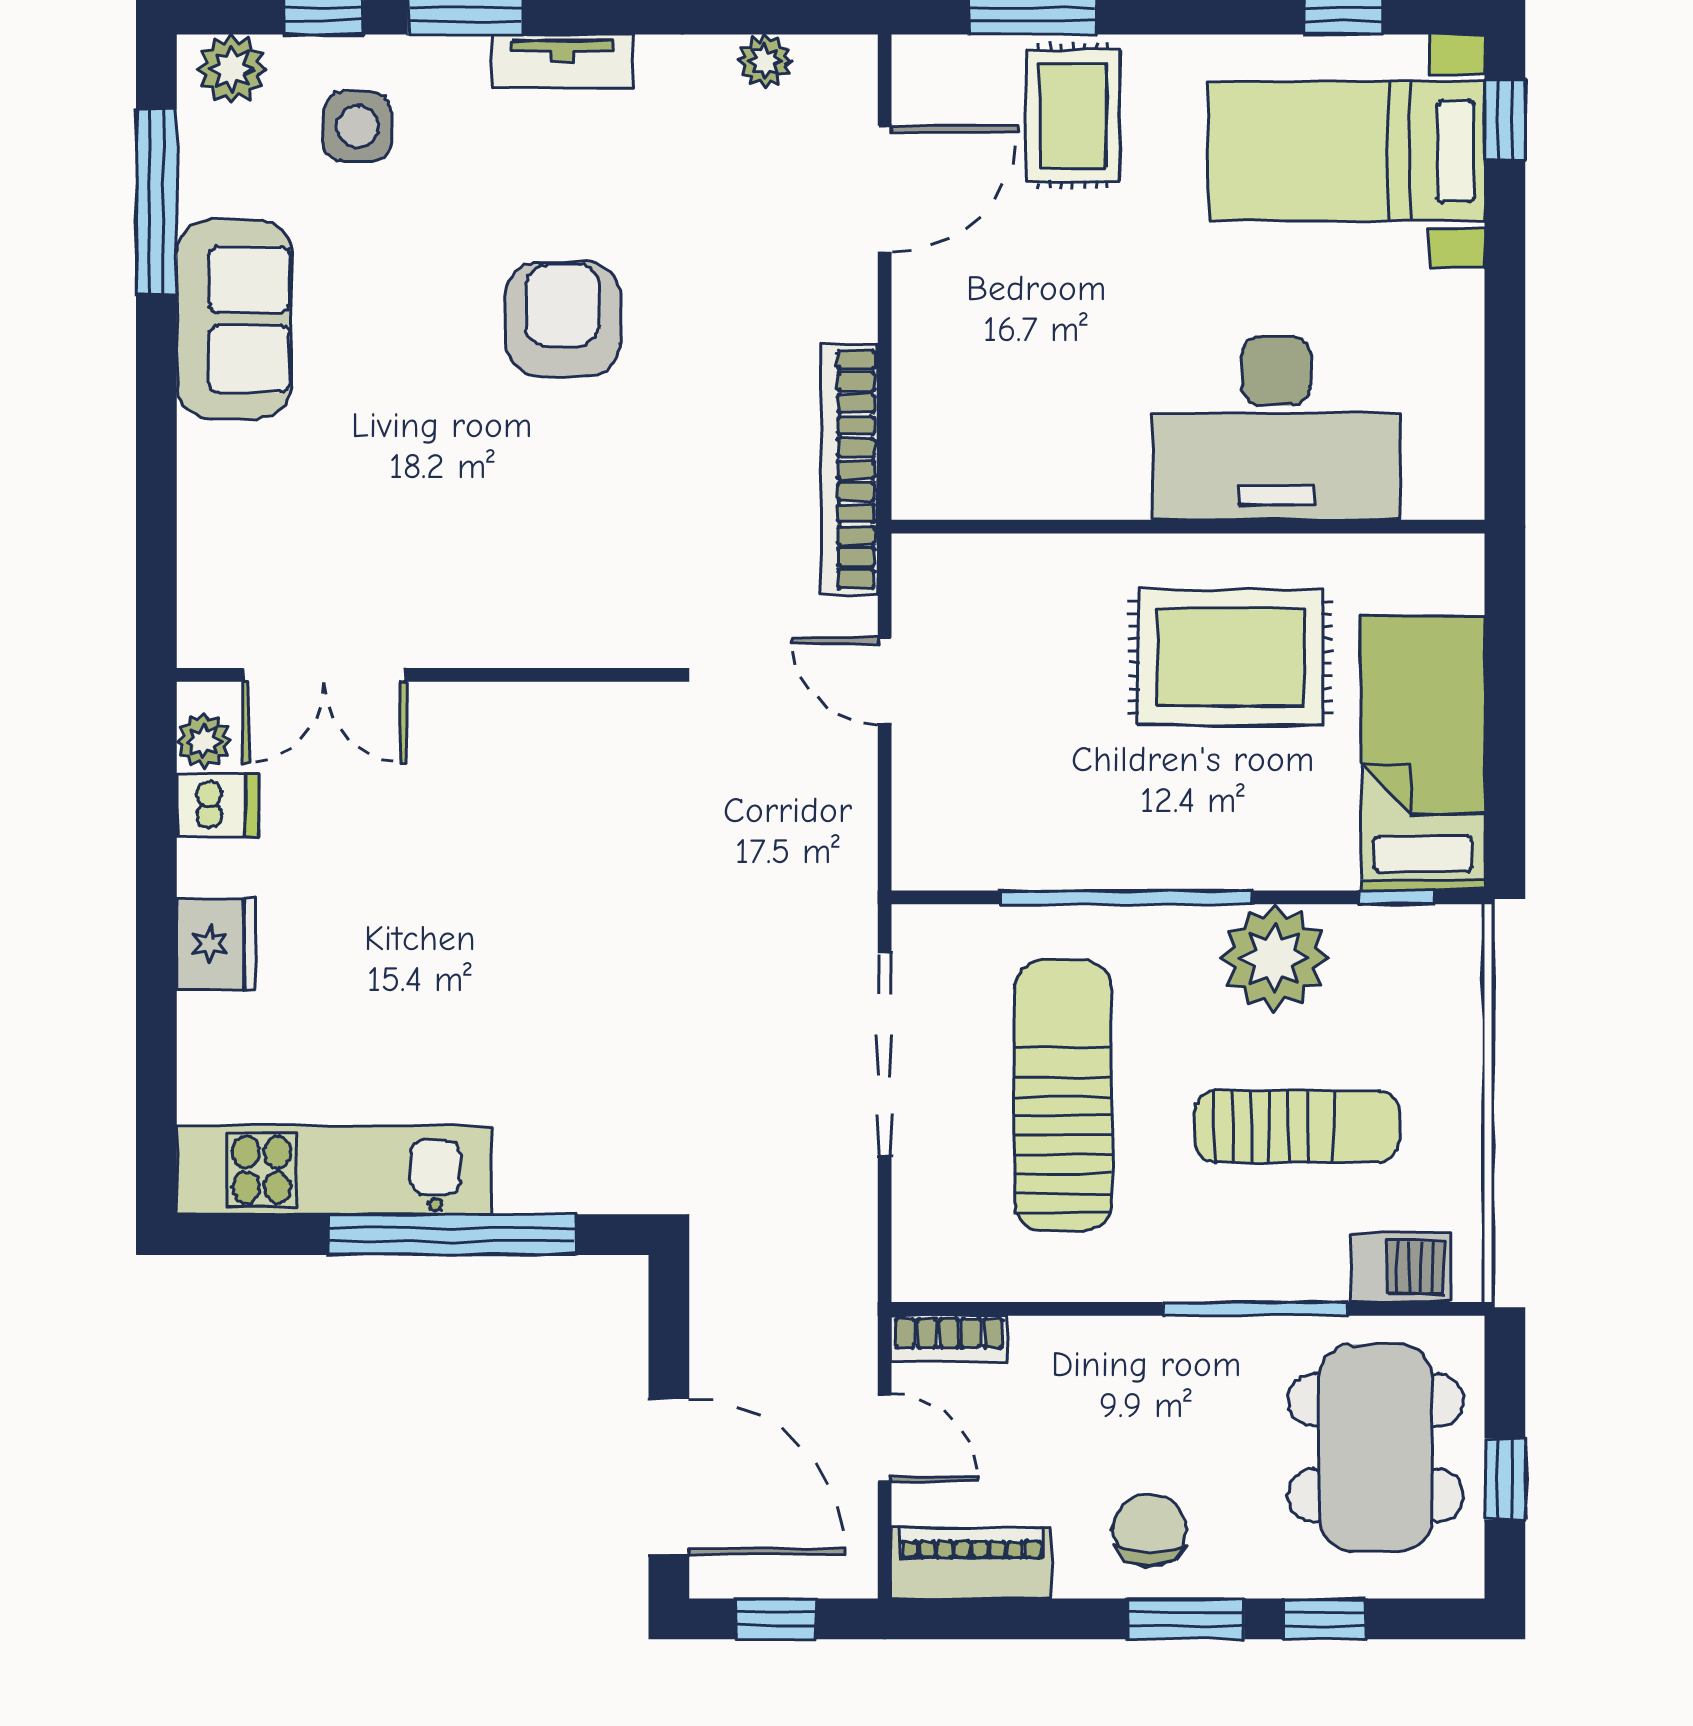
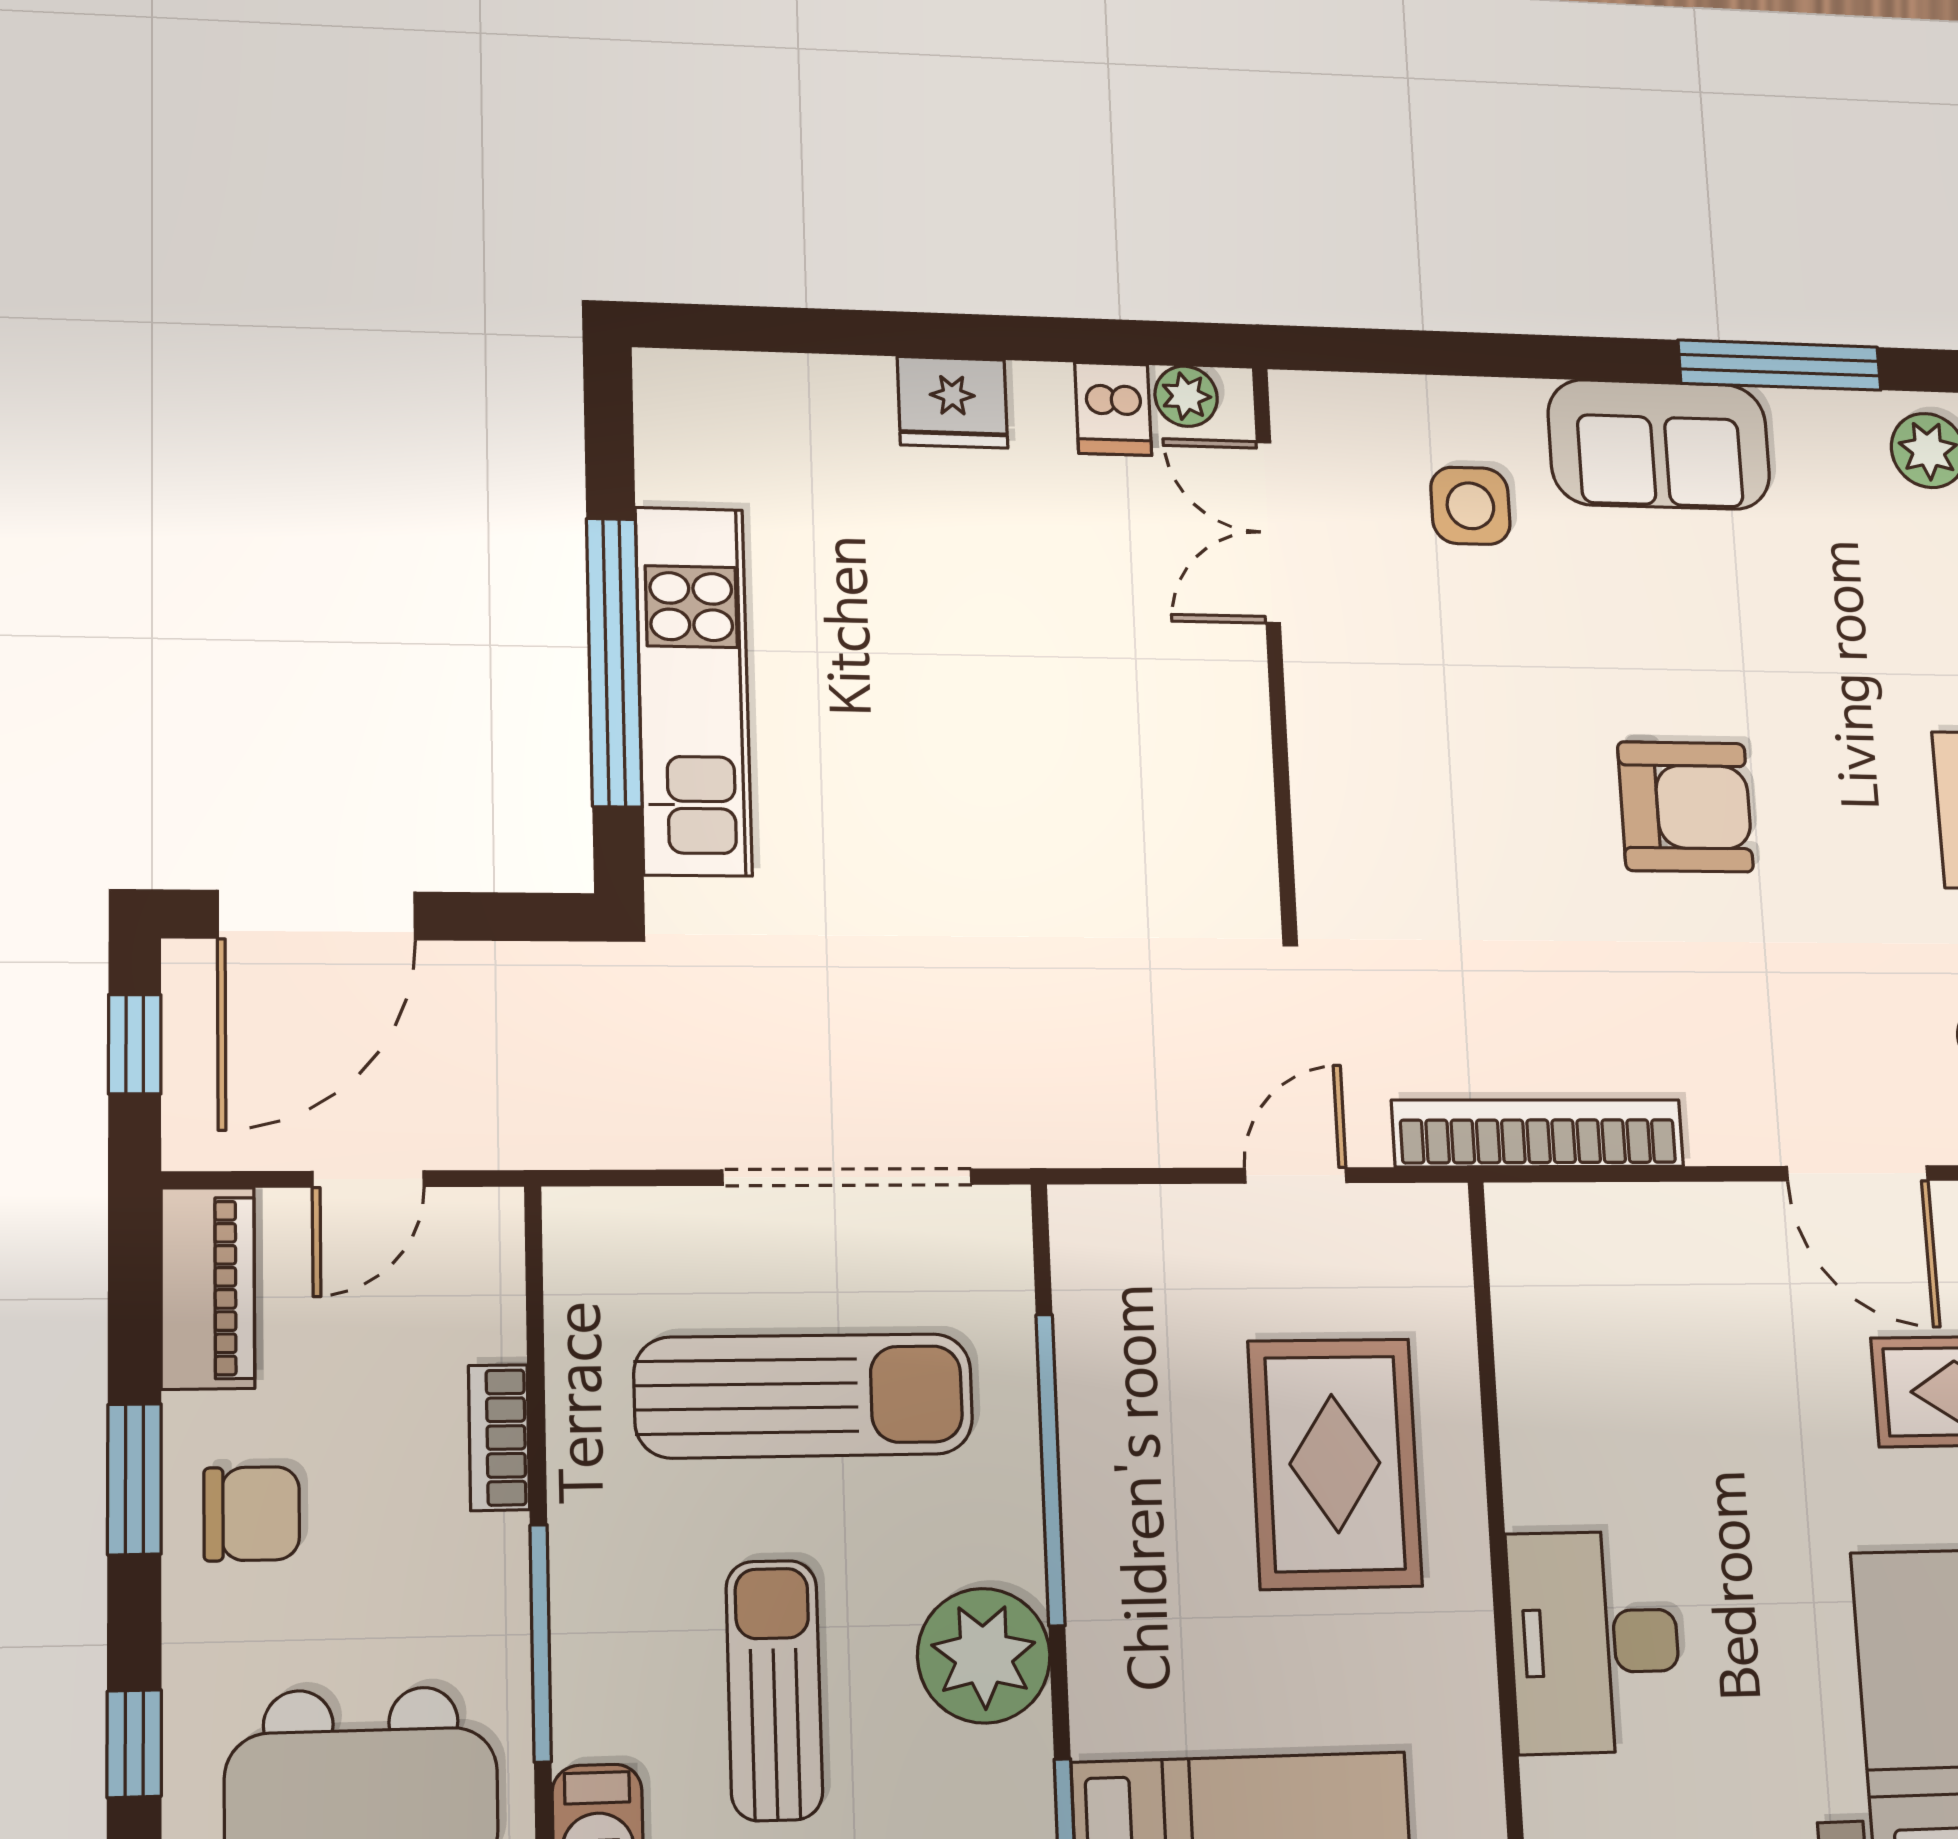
side table: (357, 127) -> (1470, 506), moved
desk: (1276, 428) -> (1595, 1642), width x0.73, depth x0.77
rug: (1230, 657) -> (1335, 1463), moved
sun lounger: (1297, 1126) -> (774, 1690), turned 180
kitchen unit: (334, 1170) -> (693, 691), moved
bookcase: (949, 1339) -> (499, 1438), moved
window: (1186, 1619) -> (134, 1479), moved

